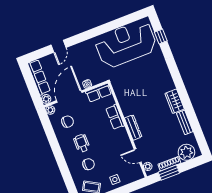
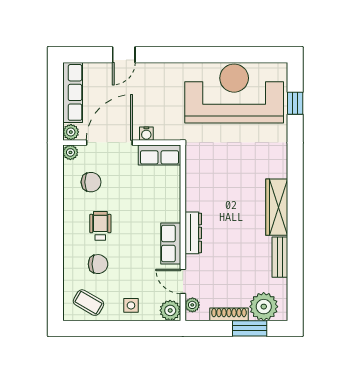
wardrobe: (175, 101) -> (277, 207), width x1.50
row of seats: (115, 117) -> (171, 243), moved
window: (169, 173) -> (250, 328), moved
plant: (137, 174) -> (170, 310), added

